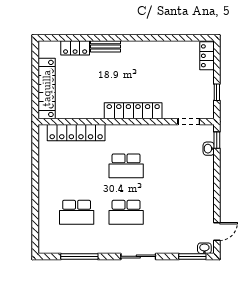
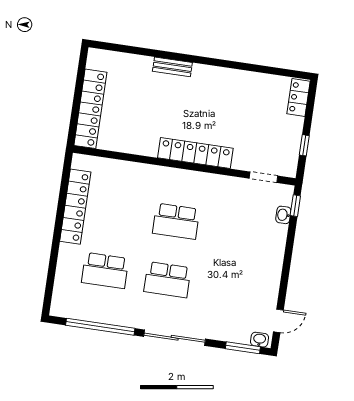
locker: (75, 48) -> (134, 63), removed
locker: (76, 133) -> (75, 207), moved, turned -90
window: (79, 256) -> (100, 327), width x1.46
sliding door: (138, 256) -> (175, 338), width x1.37

